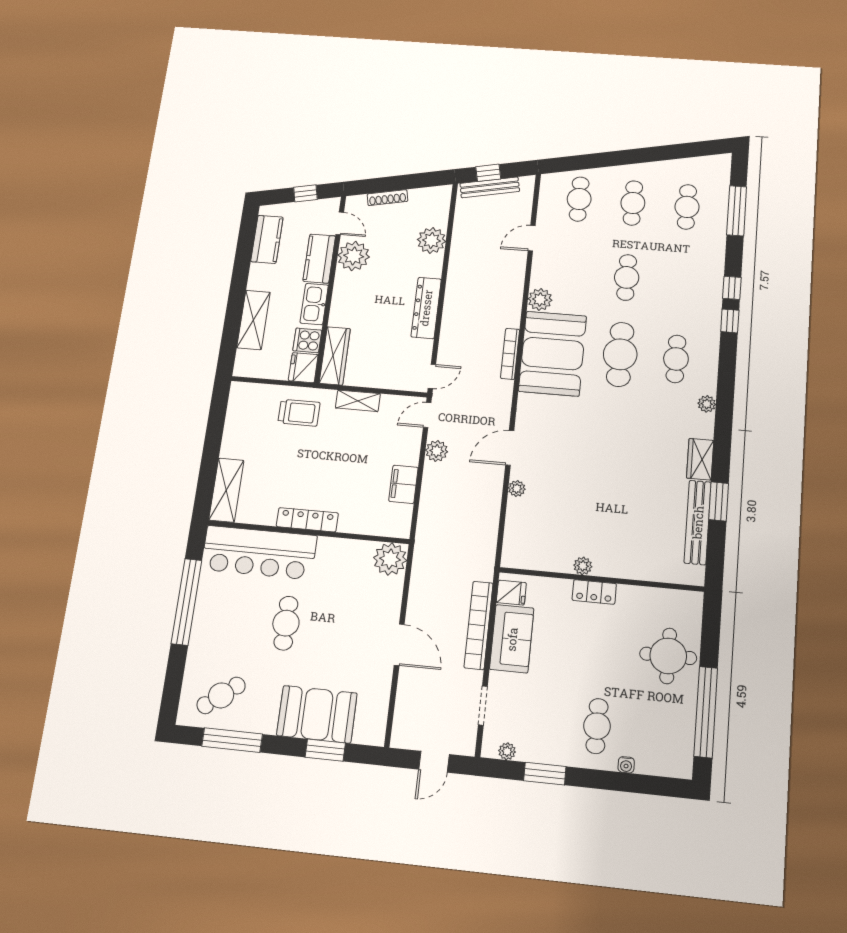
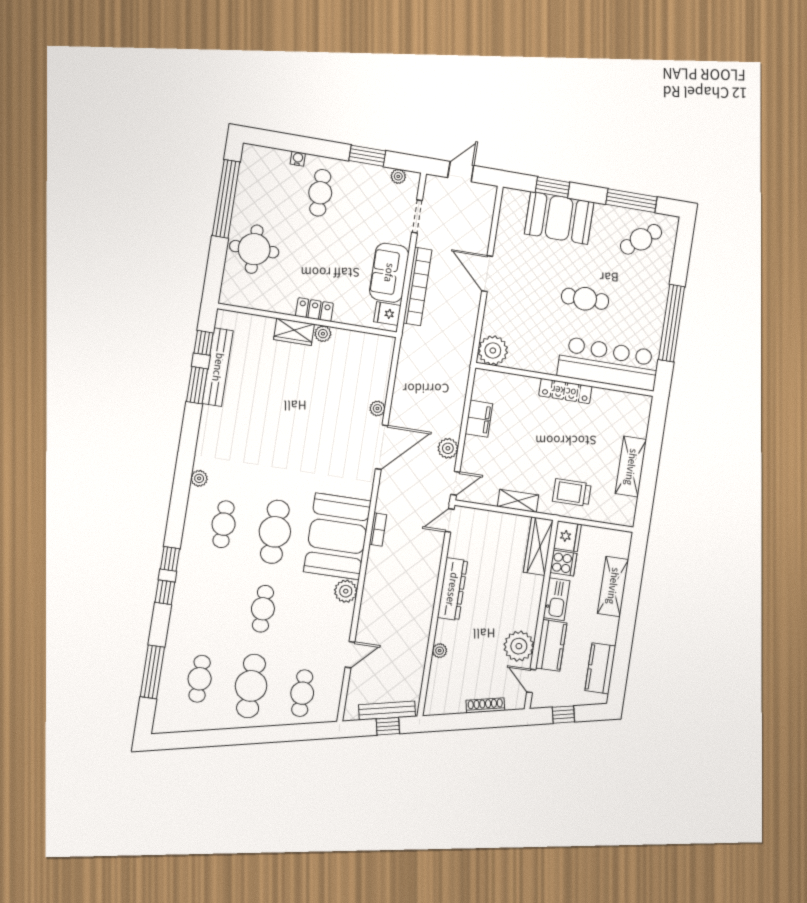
cafe table: (633, 203) -> (251, 686), width x1.37, depth x1.35
plant: (431, 240) -> (440, 651), width x0.53, depth x0.53
bookcase: (510, 354) -> (378, 530), width x0.64
door: (510, 448) -> (382, 447), width x1.36
wardrobe: (700, 459) -> (294, 332), moved, turned 90
shelving: (226, 490) -> (631, 467), moved
window: (716, 548) -> (204, 343), added
cafe table: (286, 623) -> (585, 299), turned 90

